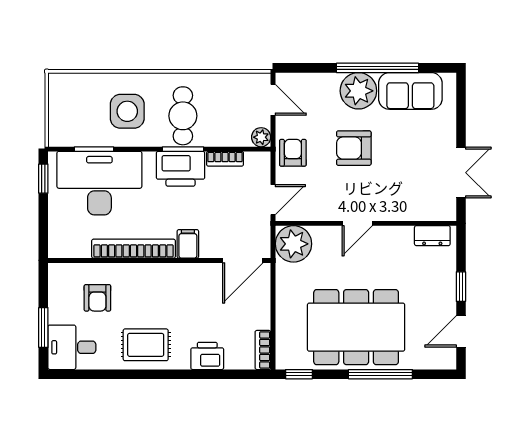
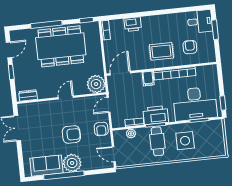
plant: (261, 137) -> (131, 134), moved
rug: (146, 345) -> (161, 51), moved

